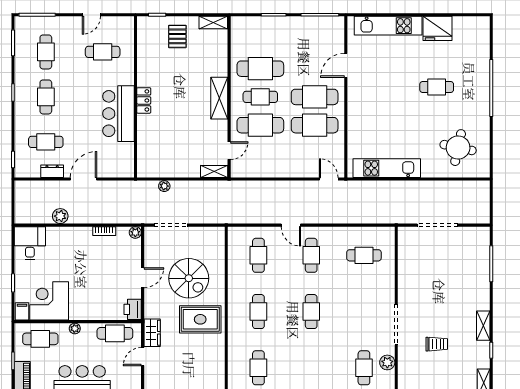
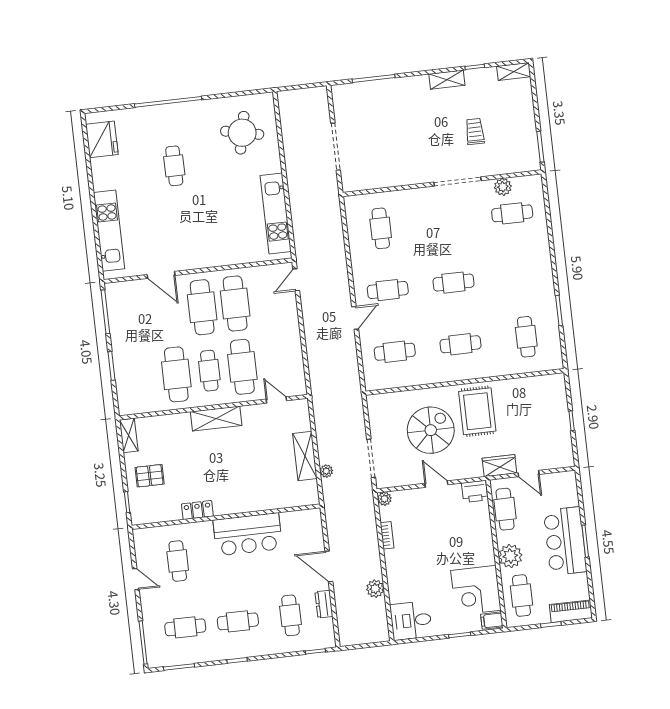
fridge: (437, 28) -> (102, 139), moved
locker: (144, 100) -> (197, 510), moved
shelving: (214, 171) -> (305, 456), moved, width x1.50, depth x1.33
plant: (75, 329) -> (510, 556), width x1.88, depth x1.88
cafe table: (258, 368) -> (526, 337), turned 90

